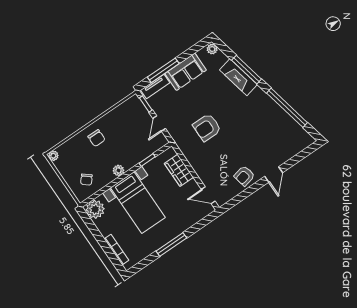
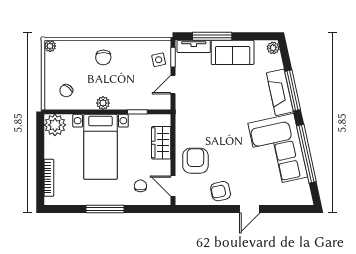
side table: (137, 113) -> (159, 60), added
corner sofa: (265, 119) -> (278, 150), added
armchair: (207, 127) -> (195, 161), moved, turned 90
chair: (185, 211) -> (140, 186), added

